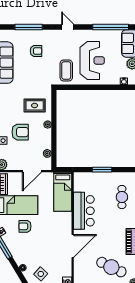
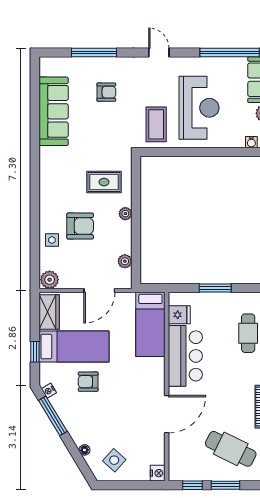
fridge: (80, 186) -> (179, 315), added

